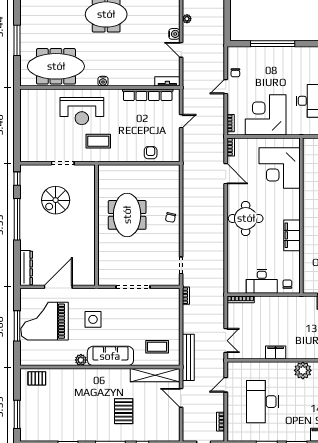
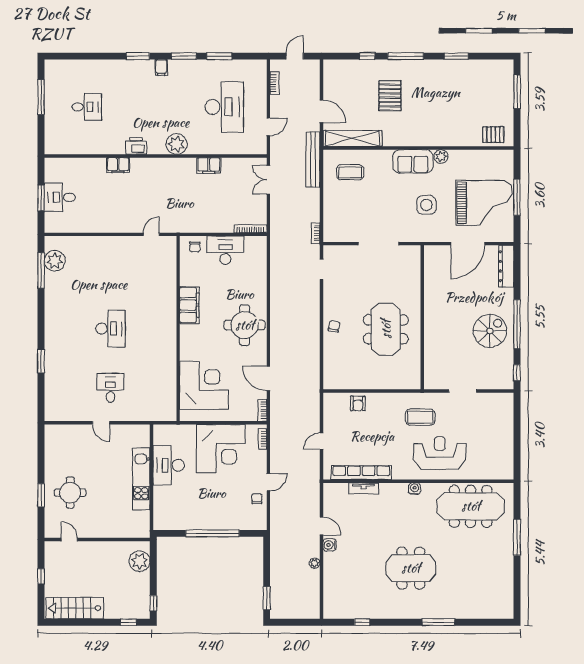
tv unit: (167, 81) -> (364, 488), moved
spiral stairs: (56, 200) -> (490, 331), moved
sofa: (110, 356) -> (413, 161), width x0.73

